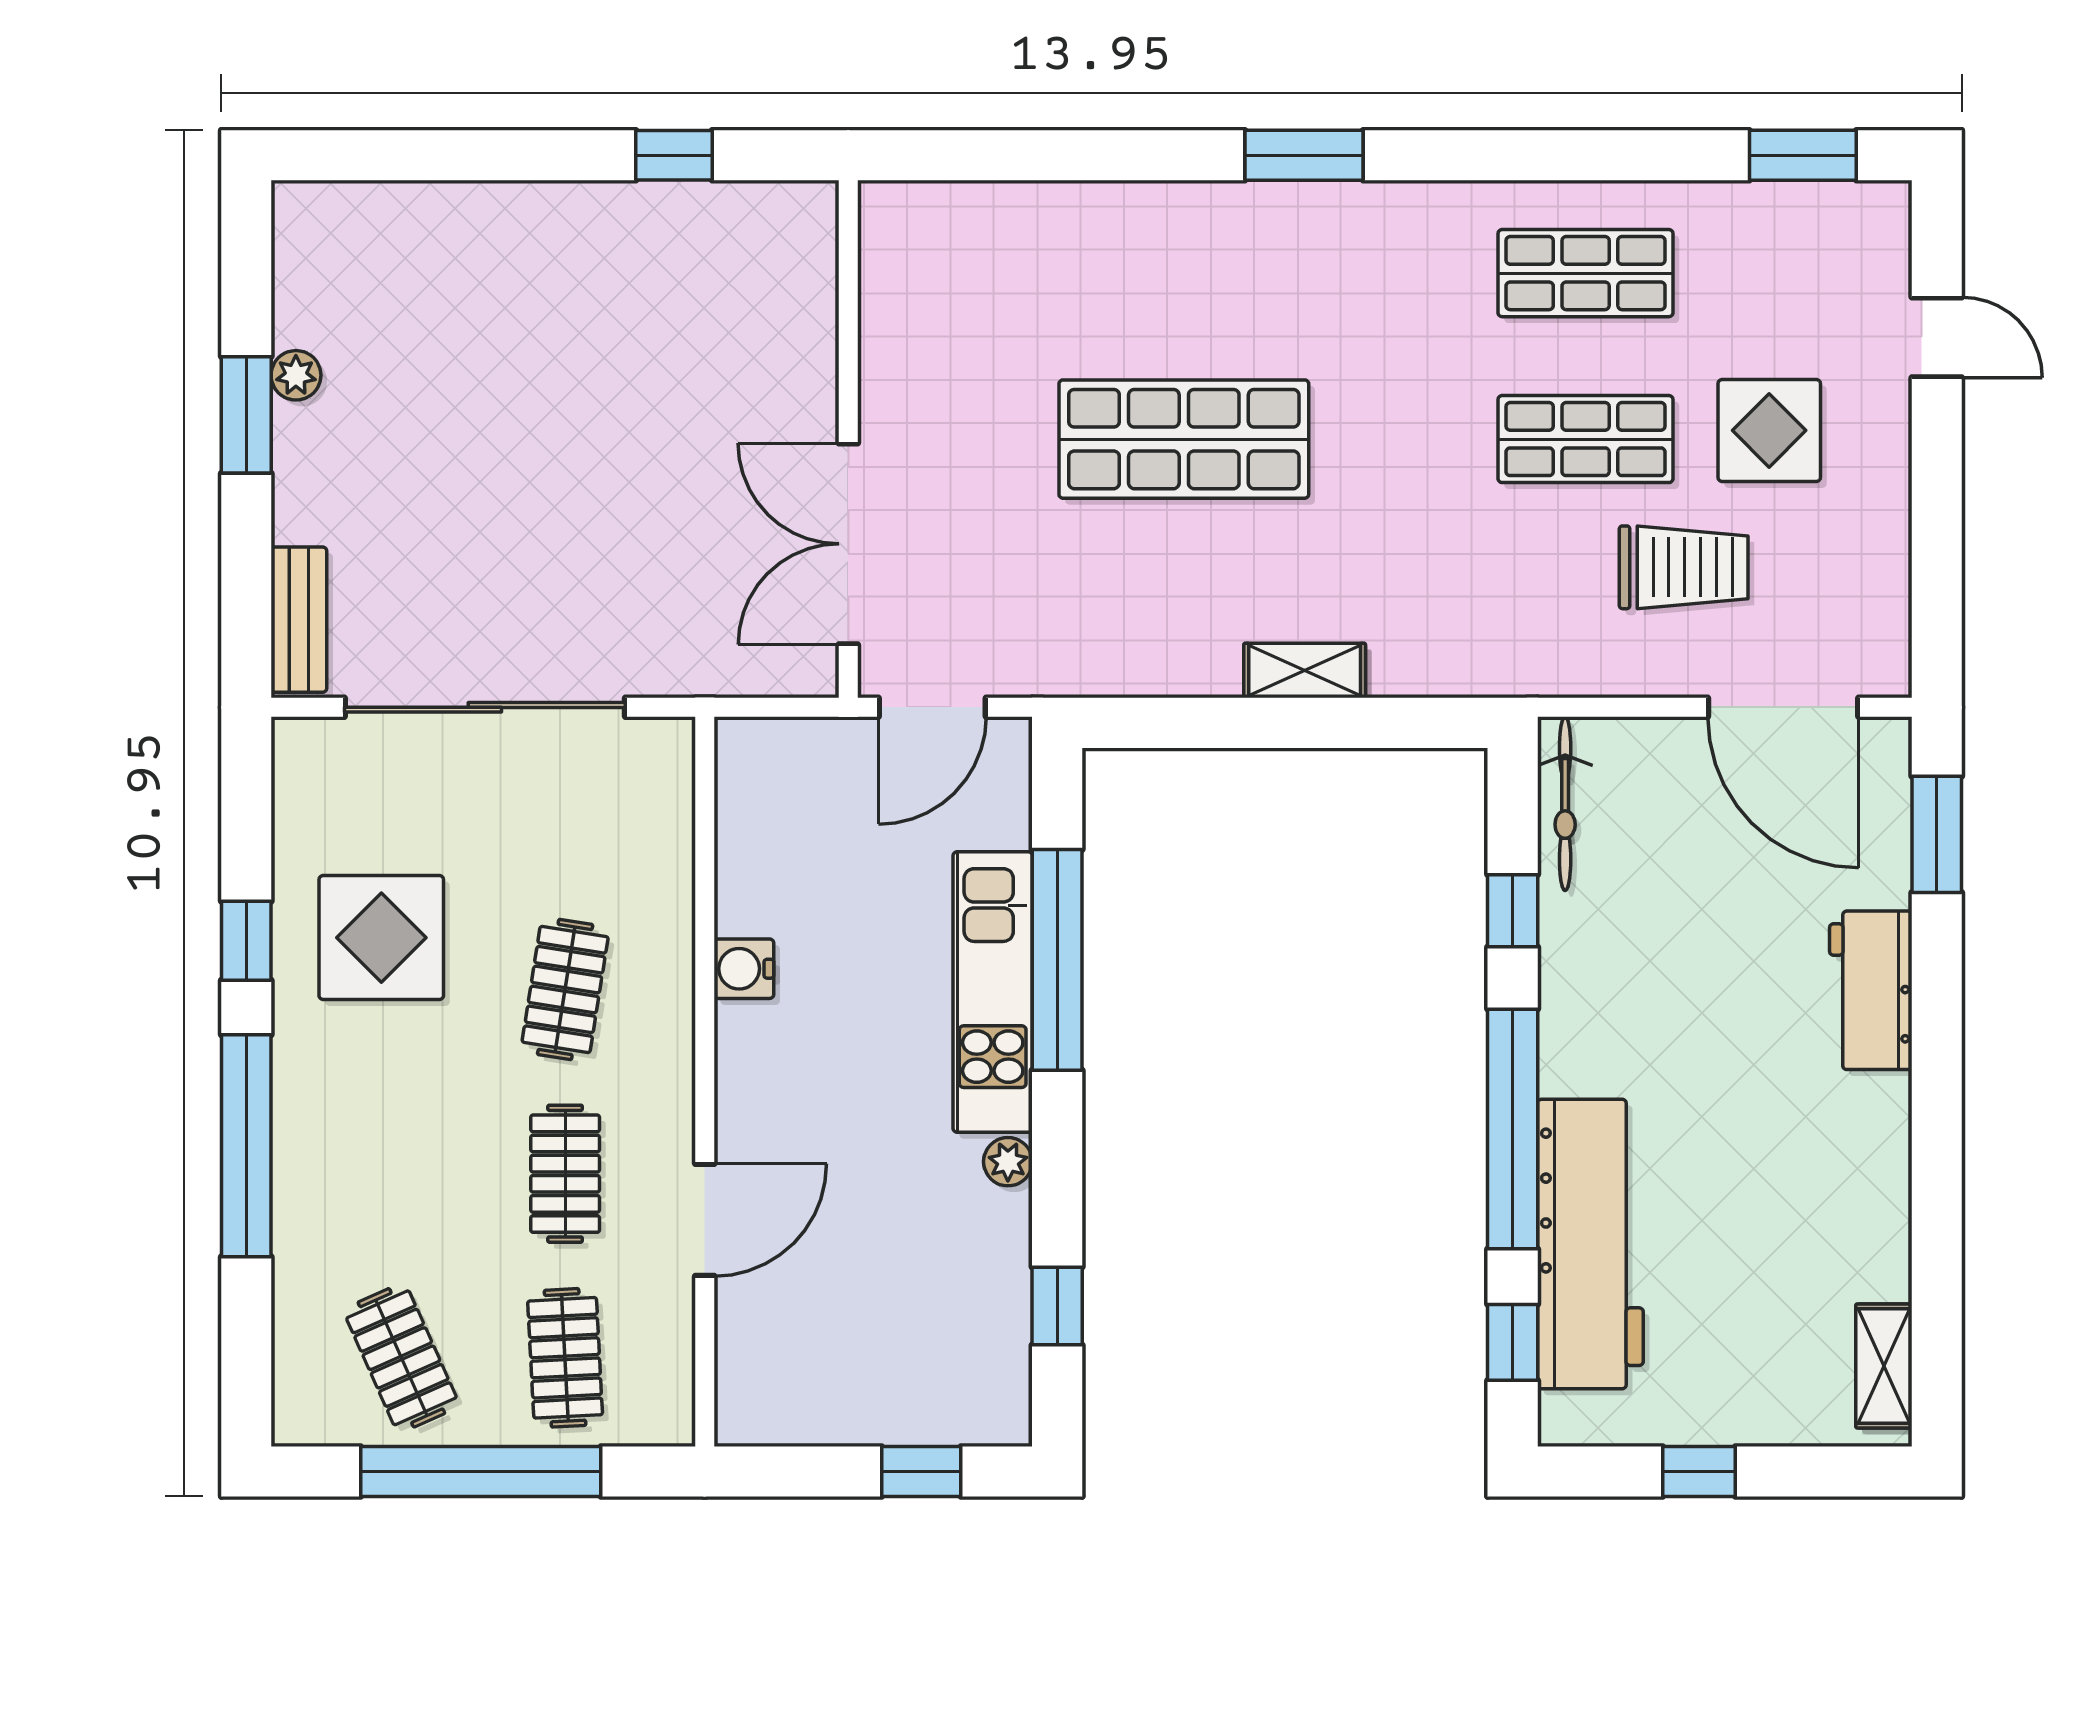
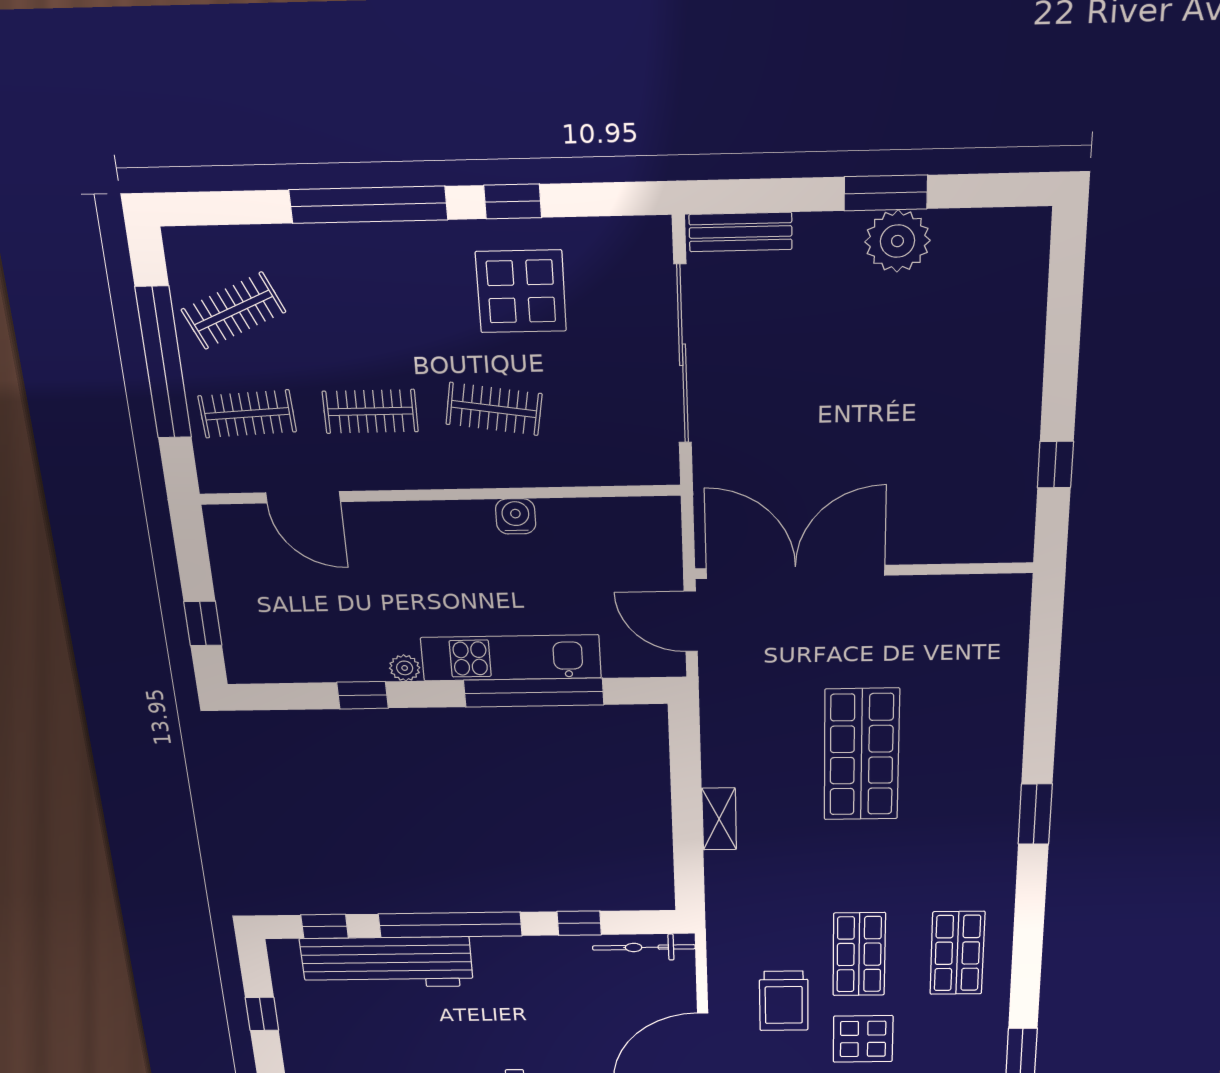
plant: (296, 375) -> (897, 241), width x1.87, depth x1.87
double door: (848, 544) -> (795, 572), width x1.36
door: (705, 1220) -> (303, 497), moved
window: (1057, 1306) -> (363, 695), moved

